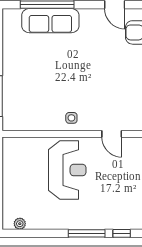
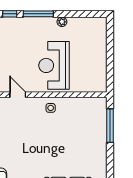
plant: (20, 224) -> (62, 22), moved

